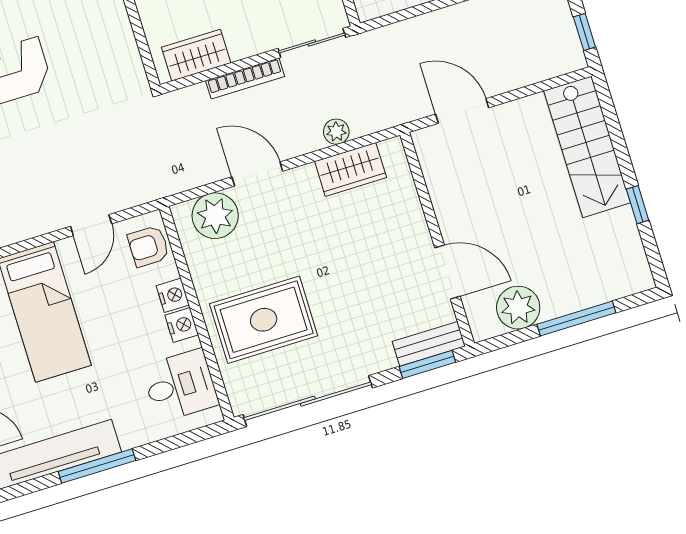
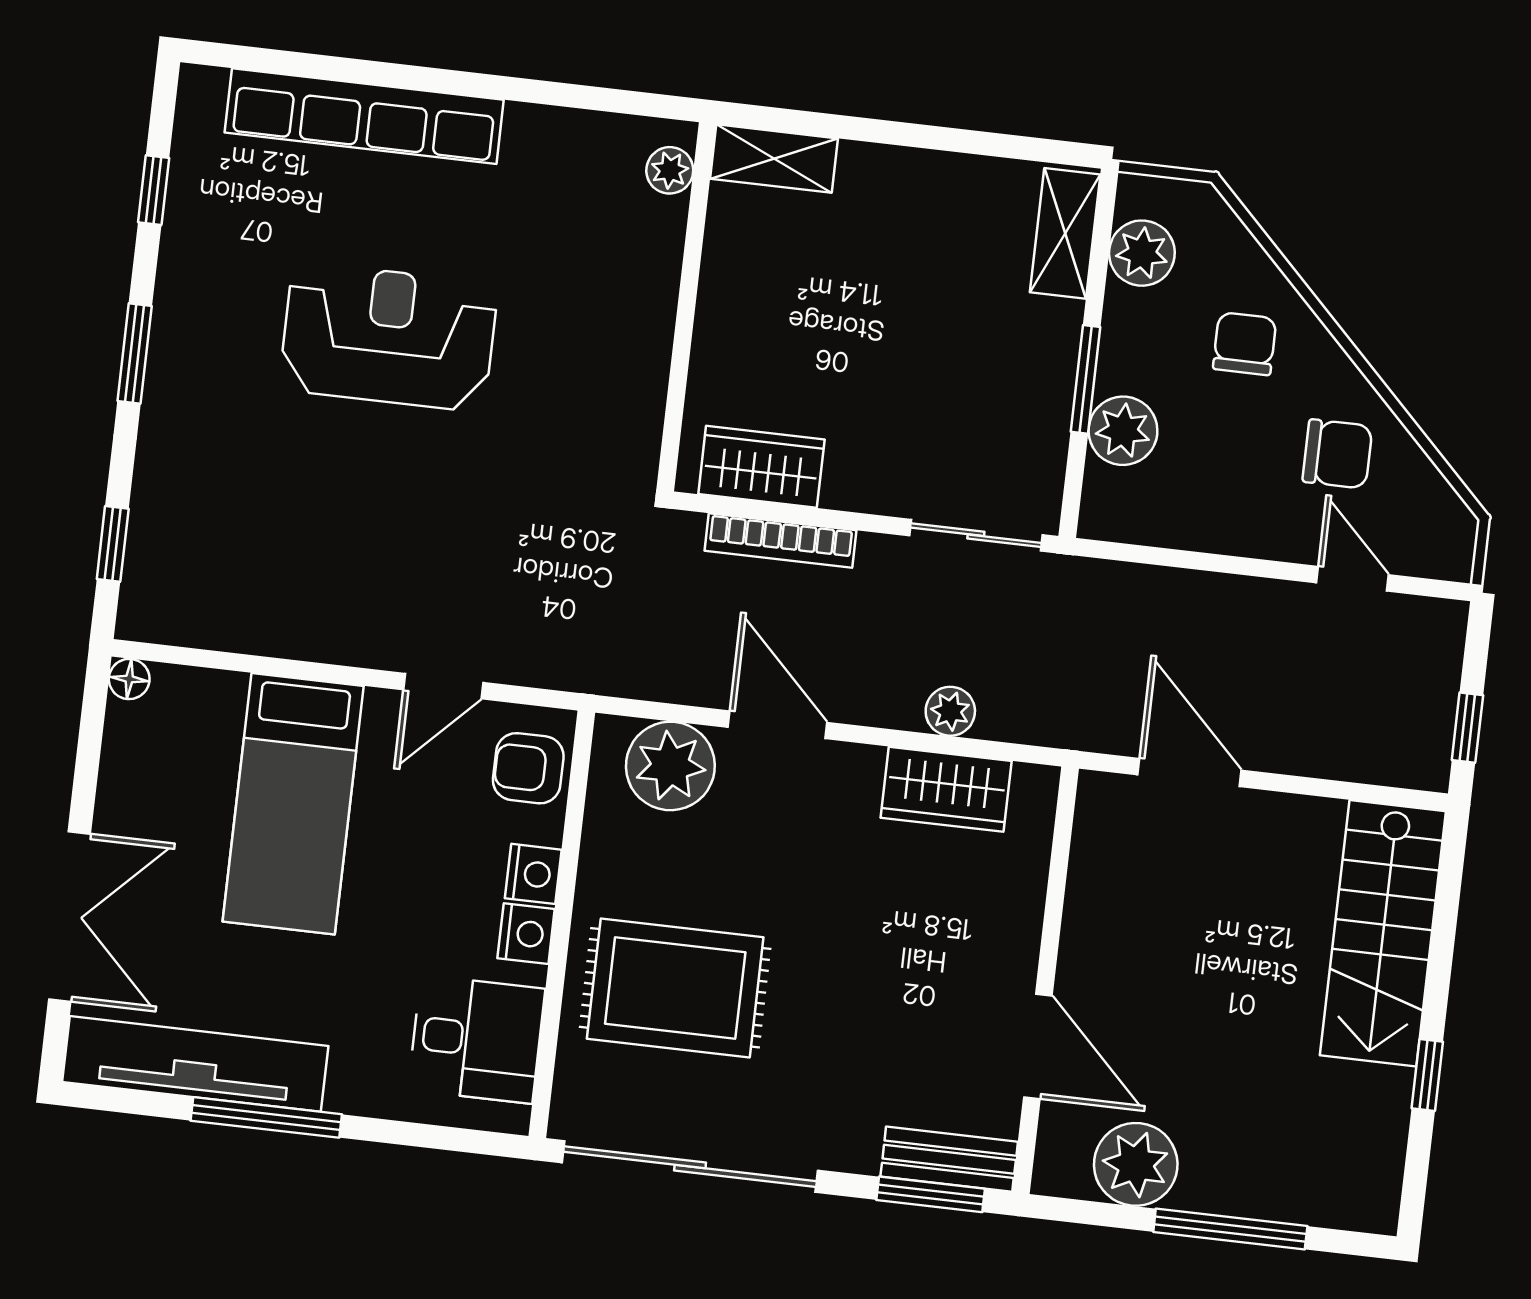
bookcase: (245, 79) -> (781, 541), moved

